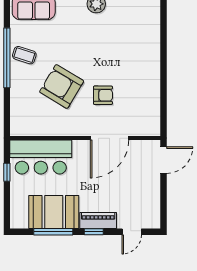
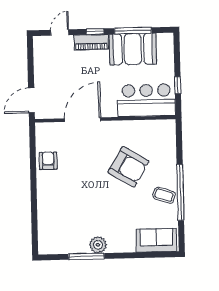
armchair: (103, 95) -> (48, 161), moved, turned 90

